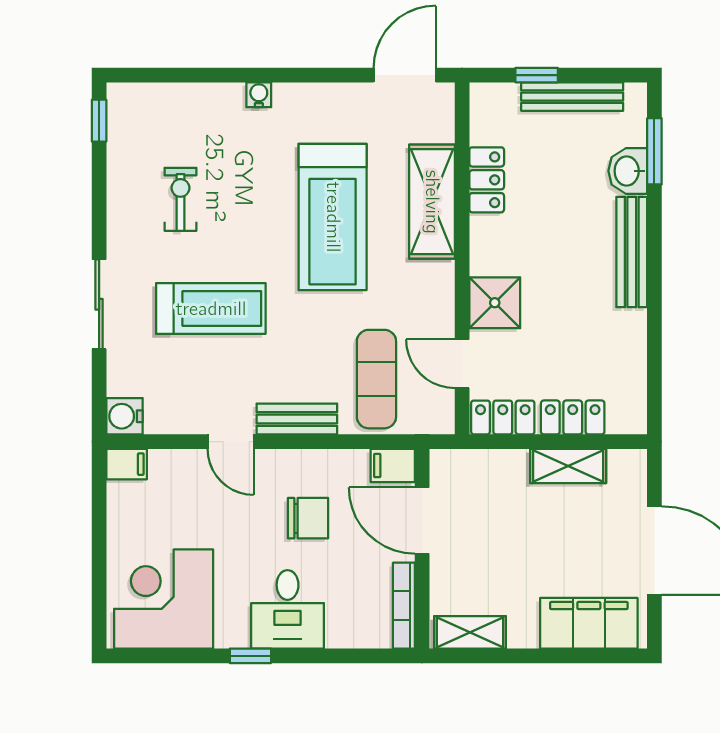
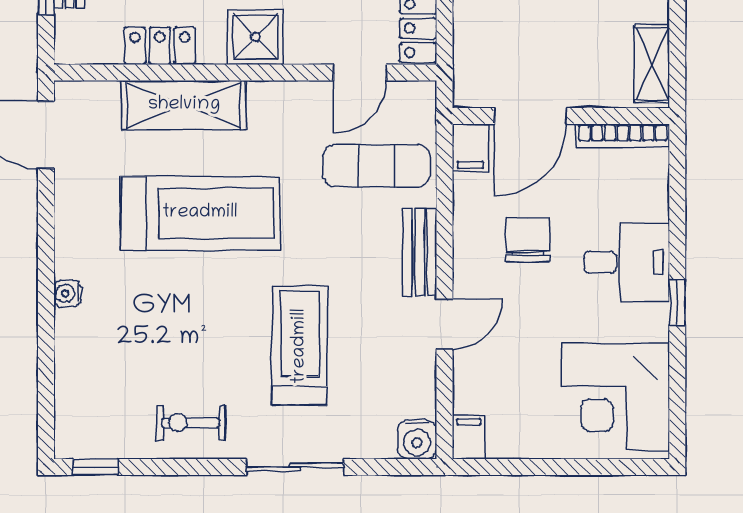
exercise bike: (180, 199) -> (191, 423), moved
shower: (495, 303) -> (255, 37), moved

